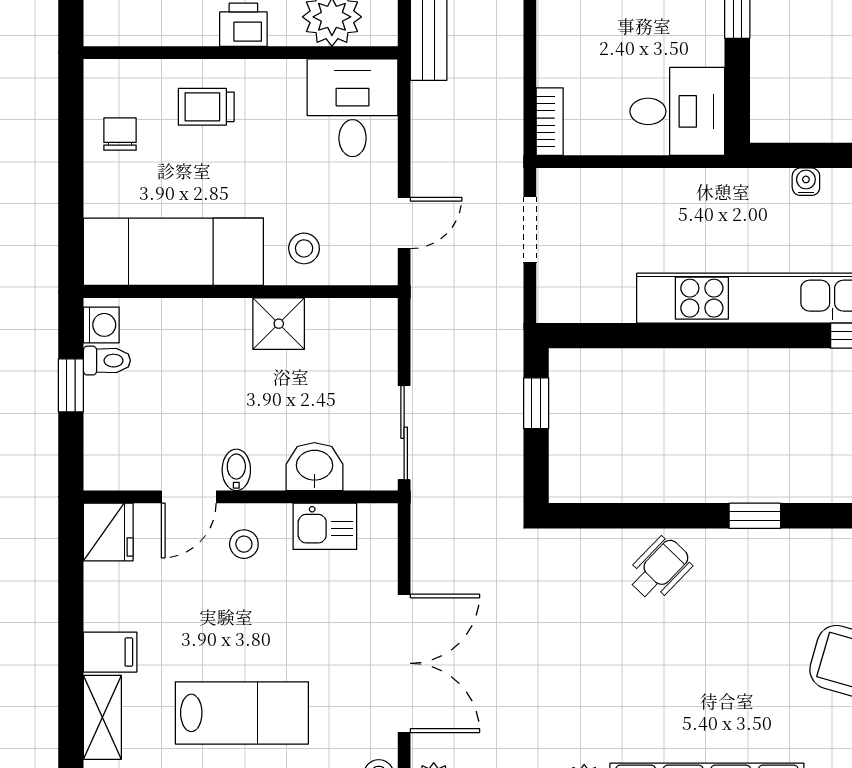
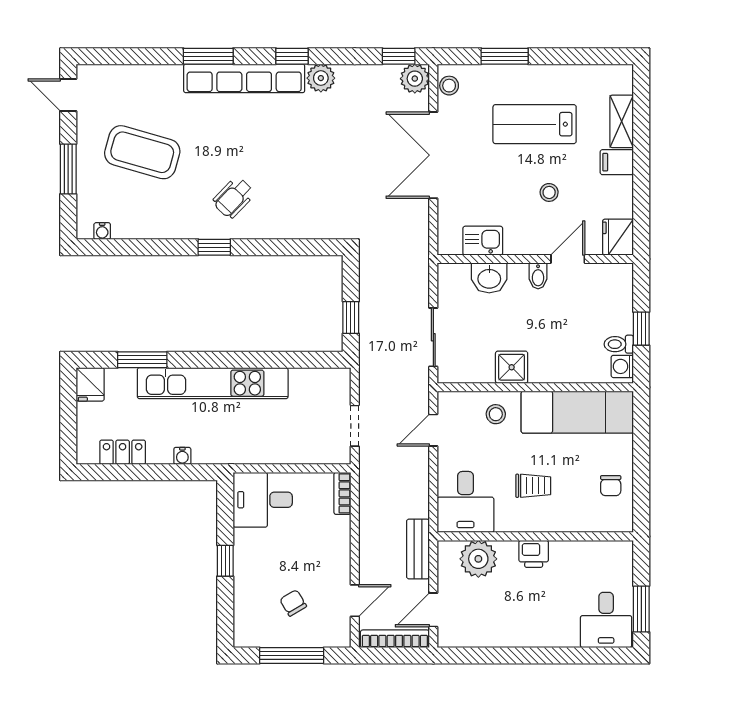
trolley: (206, 107) -> (533, 486), moved
sliding door: (404, 433) -> (433, 337), moved
stool: (244, 544) -> (549, 192), moved
wheelchair: (660, 569) -> (234, 198), moved

